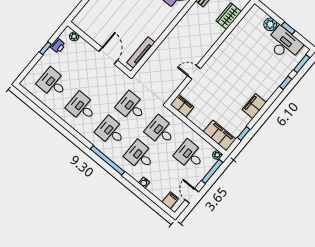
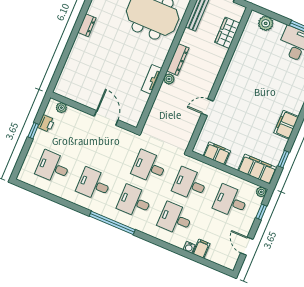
plant: (270, 24) -> (266, 23), moved
dresser: (181, 26) -> (178, 59), added
plant: (169, 40) -> (169, 79), added
tv unit: (141, 52) -> (151, 79), moved, width x0.71
filing cabinet: (182, 106) -> (217, 153), moved
window: (107, 160) -> (112, 223), moved
window: (212, 171) -> (261, 212), width x0.46
filing cabinet: (170, 200) -> (201, 249), moved

